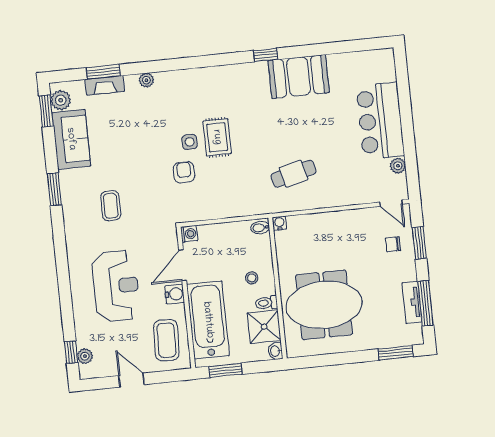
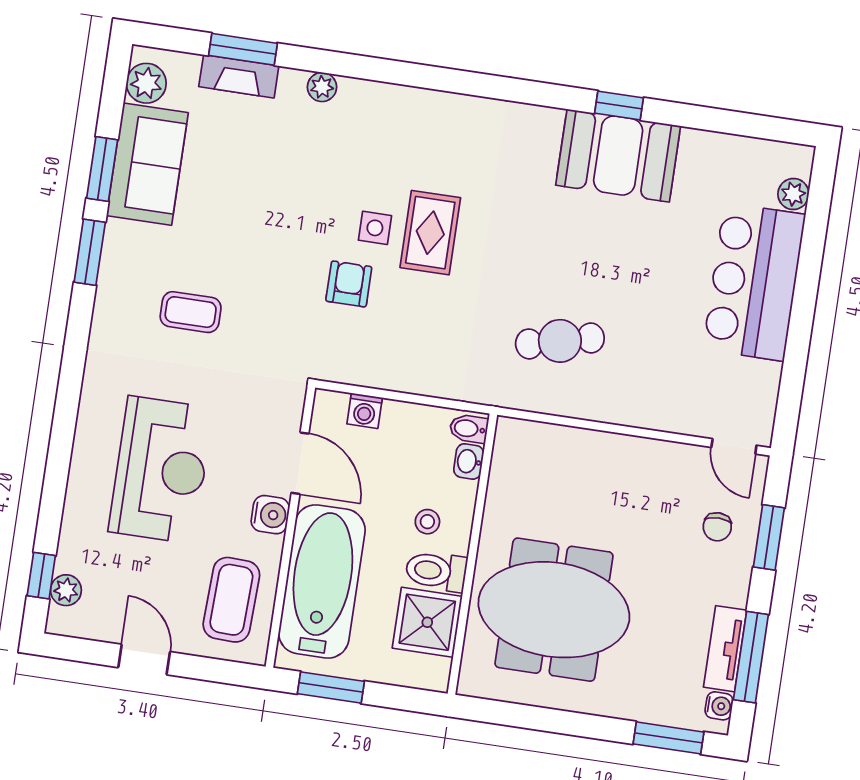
window: (266, 55) -> (619, 106), moved
window: (46, 111) -> (102, 169), moved
plant: (398, 166) -> (793, 194), moved
coffee table: (111, 206) -> (191, 312), turned 90
water cooler: (279, 223) -> (719, 706), moved, turned 90
washing machine: (189, 234) -> (365, 411), moved, turned 90
chair: (393, 244) -> (717, 527), turned -90
door: (183, 265) -> (300, 463), swing flipped
toilet: (266, 303) -> (436, 571), width x1.37, depth x1.39
washbasin: (275, 351) -> (469, 461), moved

